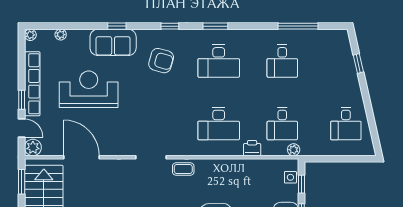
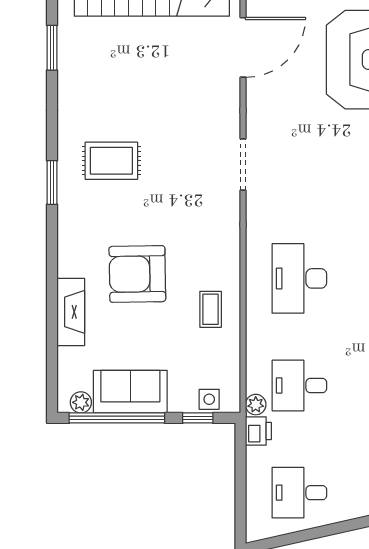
printer: (252, 148) -> (258, 431), moved
coffee table: (183, 169) -> (211, 309), moved

